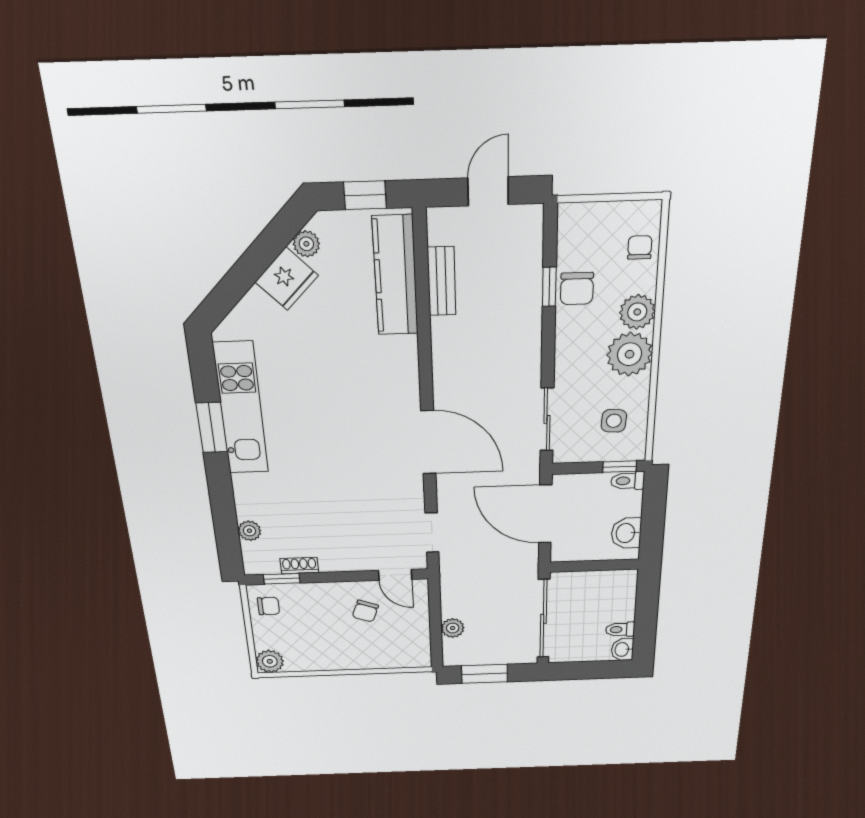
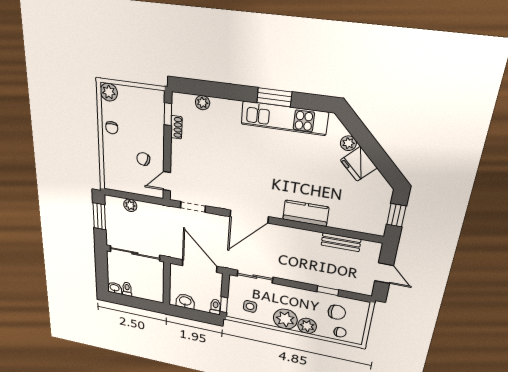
plant: (306, 244) -> (348, 143), moved
kitchen counter: (395, 276) -> (306, 213), moved, width x0.67
chair: (577, 289) -> (337, 312), moved, turned 180
door: (545, 514) -> (200, 266), hinge flipped
chair: (268, 606) -> (112, 128), moved

